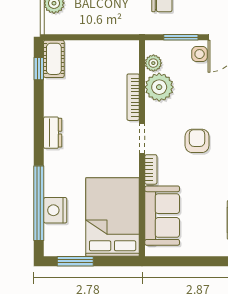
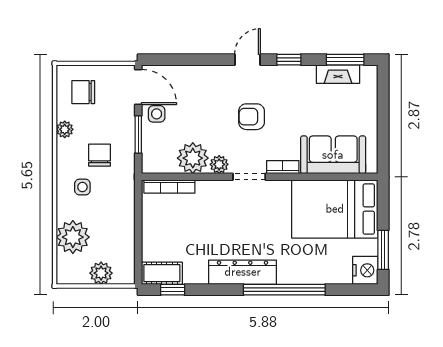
plant: (153, 63) -> (219, 164), moved
bookcase: (133, 97) -> (169, 186), moved
dresser: (53, 133) -> (243, 272), width x1.96, depth x1.24
window: (39, 203) -> (284, 290), moved
nightstand: (55, 210) -> (365, 270), moved, turned -90

